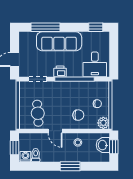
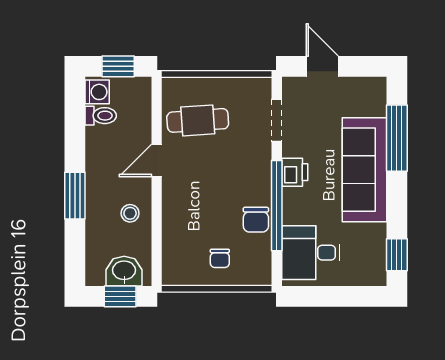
chair: (78, 115) -> (256, 220), moved
plant: (103, 123) -> (175, 272), removed

